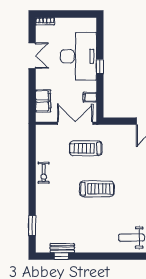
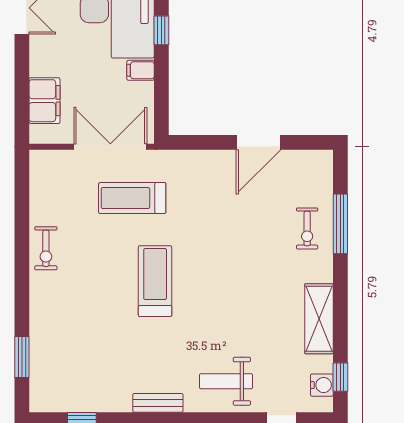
filing cabinet: (90, 97) -> (140, 70), moved
treadmill: (97, 189) -> (155, 281), turned -90
bench: (62, 248) -> (158, 403), moved

